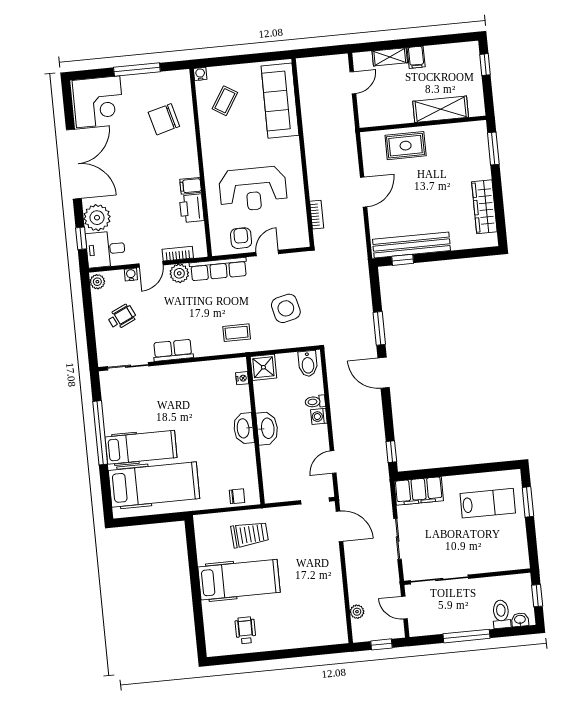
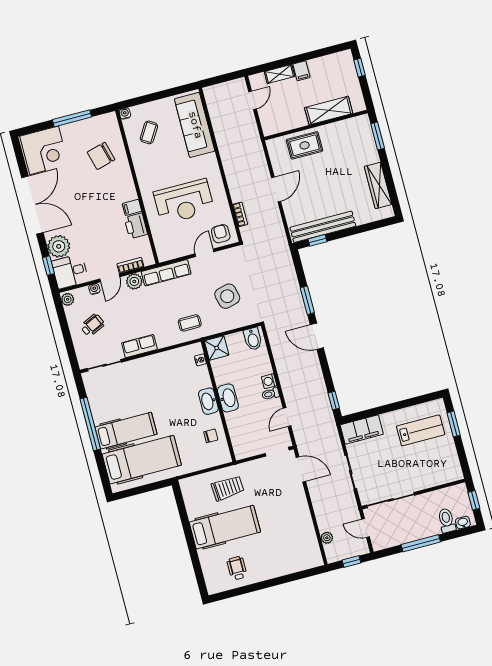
armchair: (241, 238) -> (221, 234), moved
toilet: (315, 402) -> (271, 394), moved
chair: (237, 496) -> (211, 436), moved

